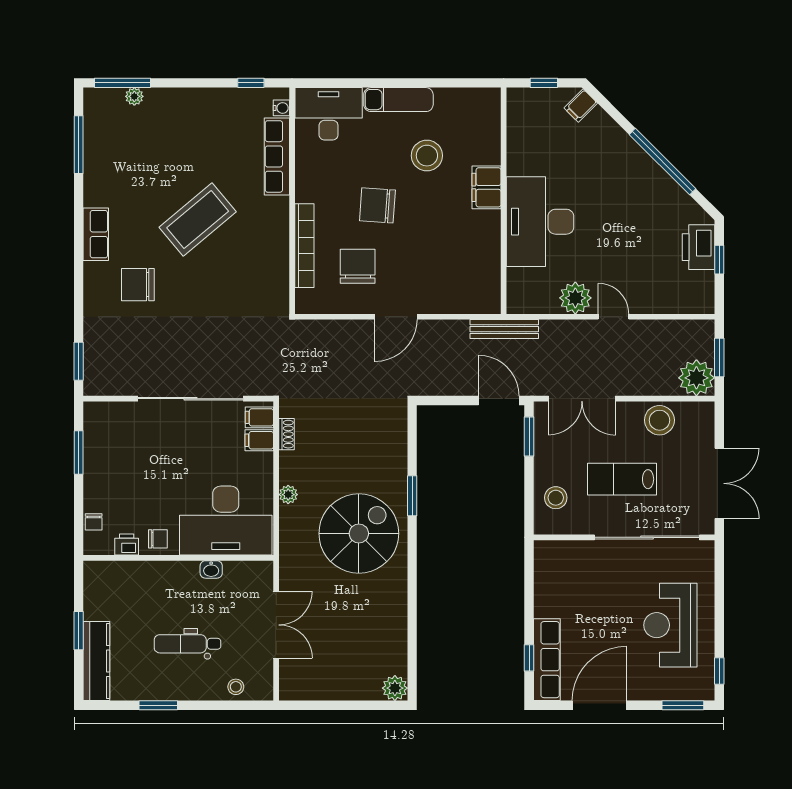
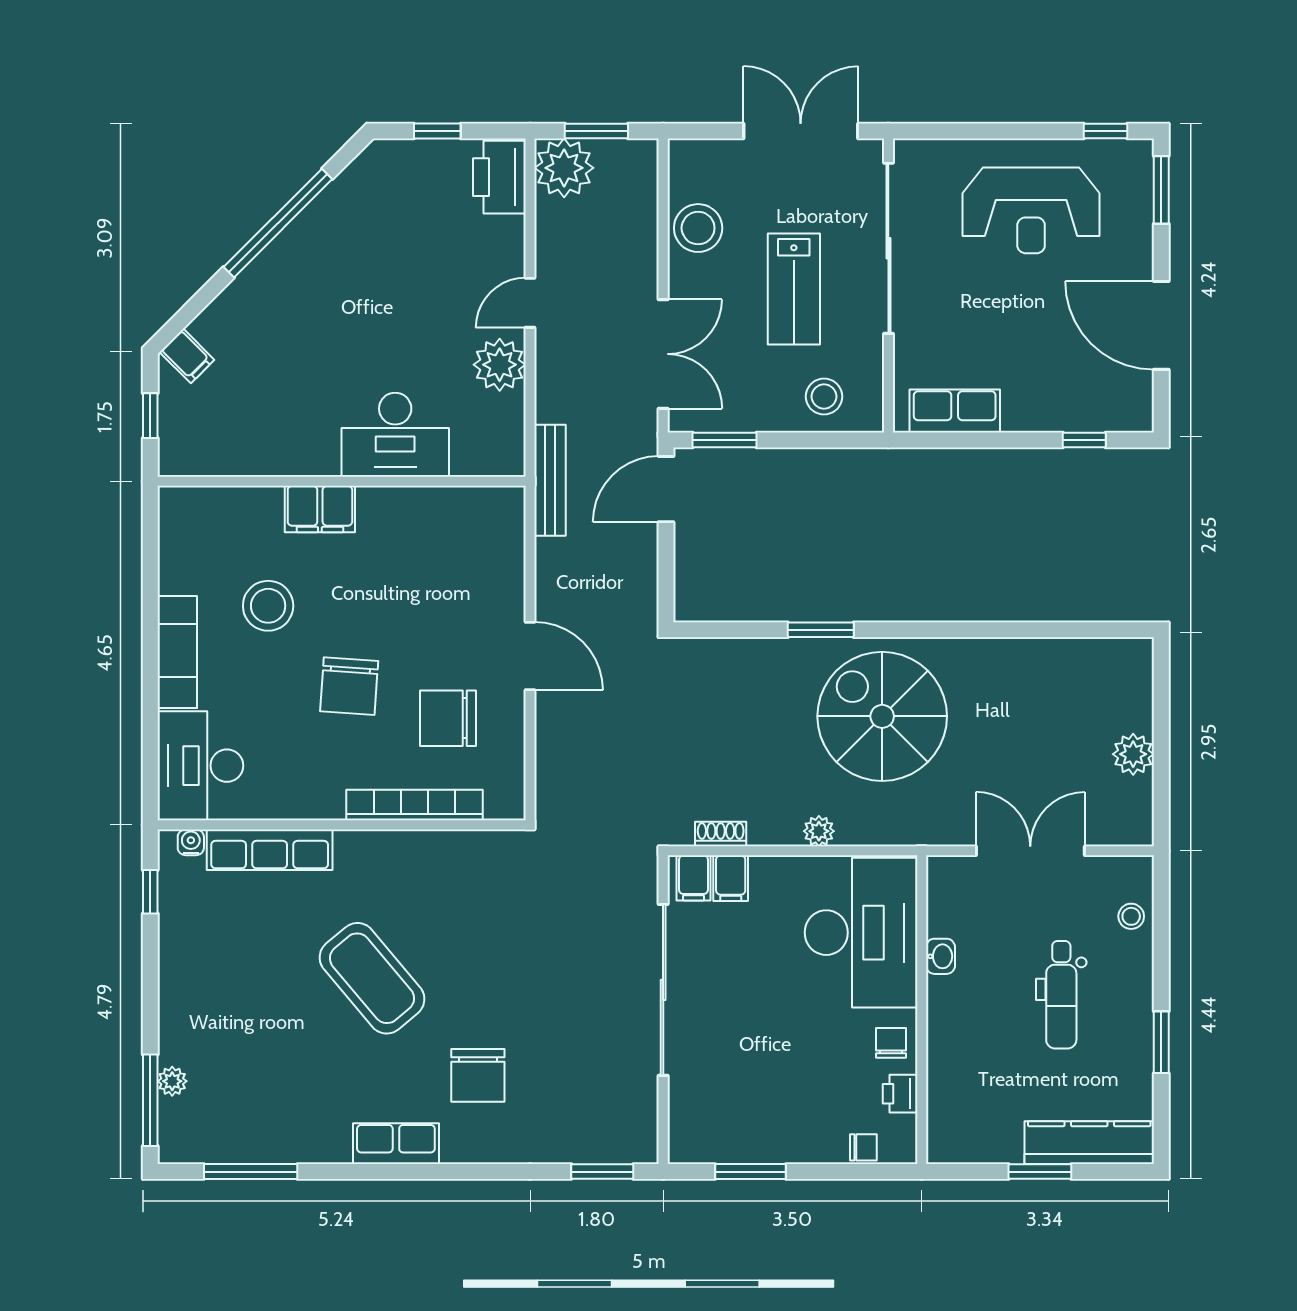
desk: (540, 222) -> (395, 435), width x0.73, depth x0.77
printer: (698, 247) -> (499, 177), moved, turned 90
plant: (696, 378) -> (564, 168), moved
row of seats: (547, 660) -> (955, 411), moved, width x0.68
plant: (395, 688) -> (1133, 754), moved

